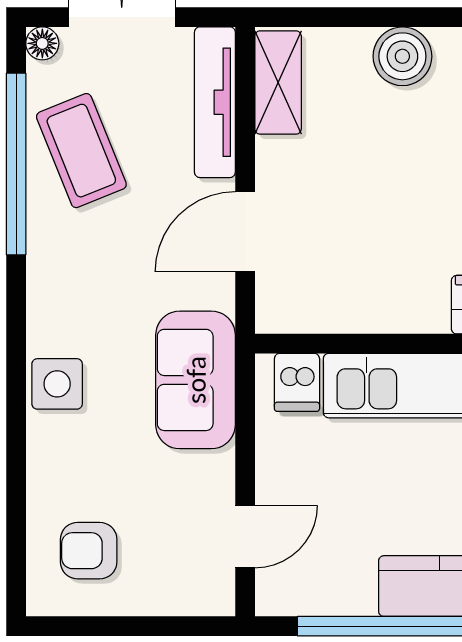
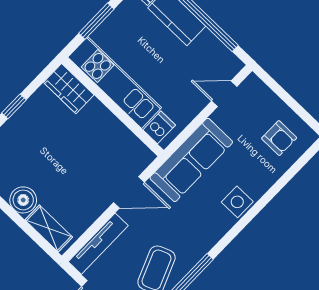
shelving: (278, 82) -> (49, 228), moved, turned 90
sofa: (196, 380) -> (191, 160), width x1.36

